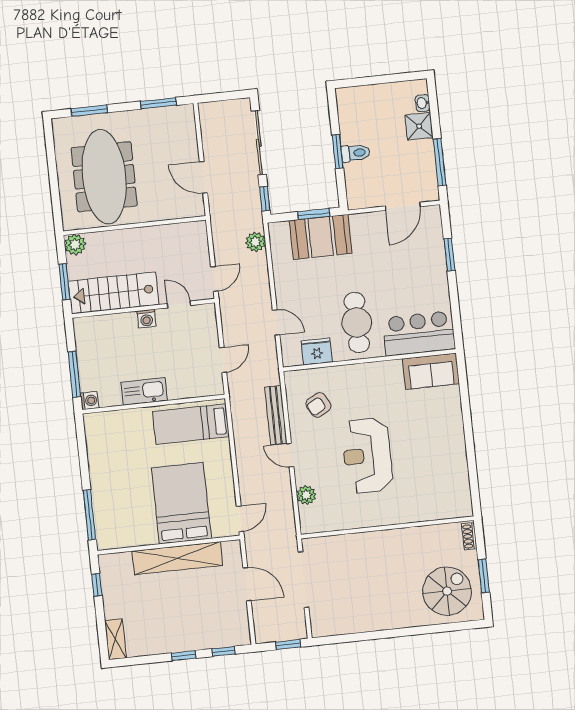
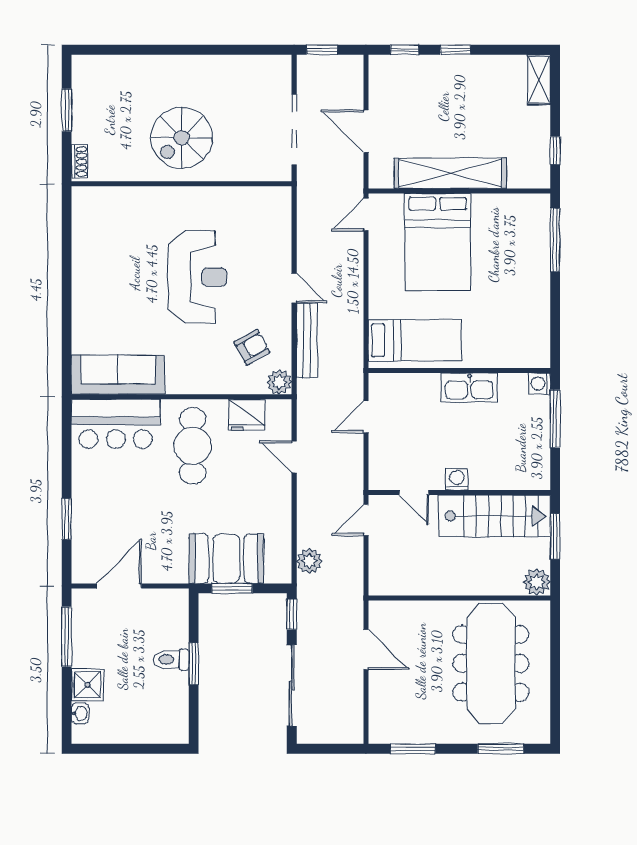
sofa: (431, 371) -> (118, 375), width x1.36
plant: (306, 495) -> (279, 382), moved
spiral stairs: (447, 591) -> (182, 138), moved

